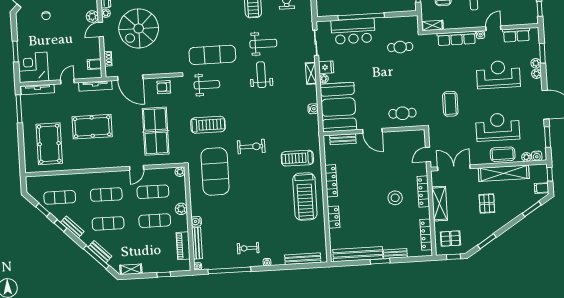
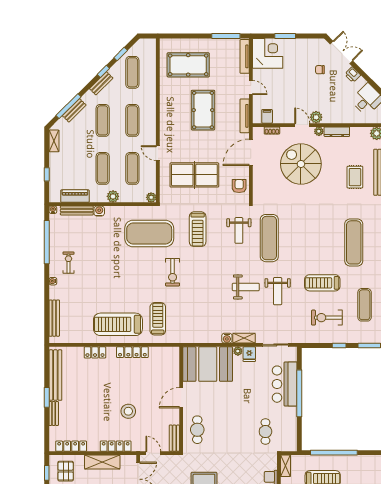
water cooler: (313, 109) -> (227, 338), moved
bench: (343, 139) -> (174, 438), moved
stool: (395, 198) -> (128, 411), moved

